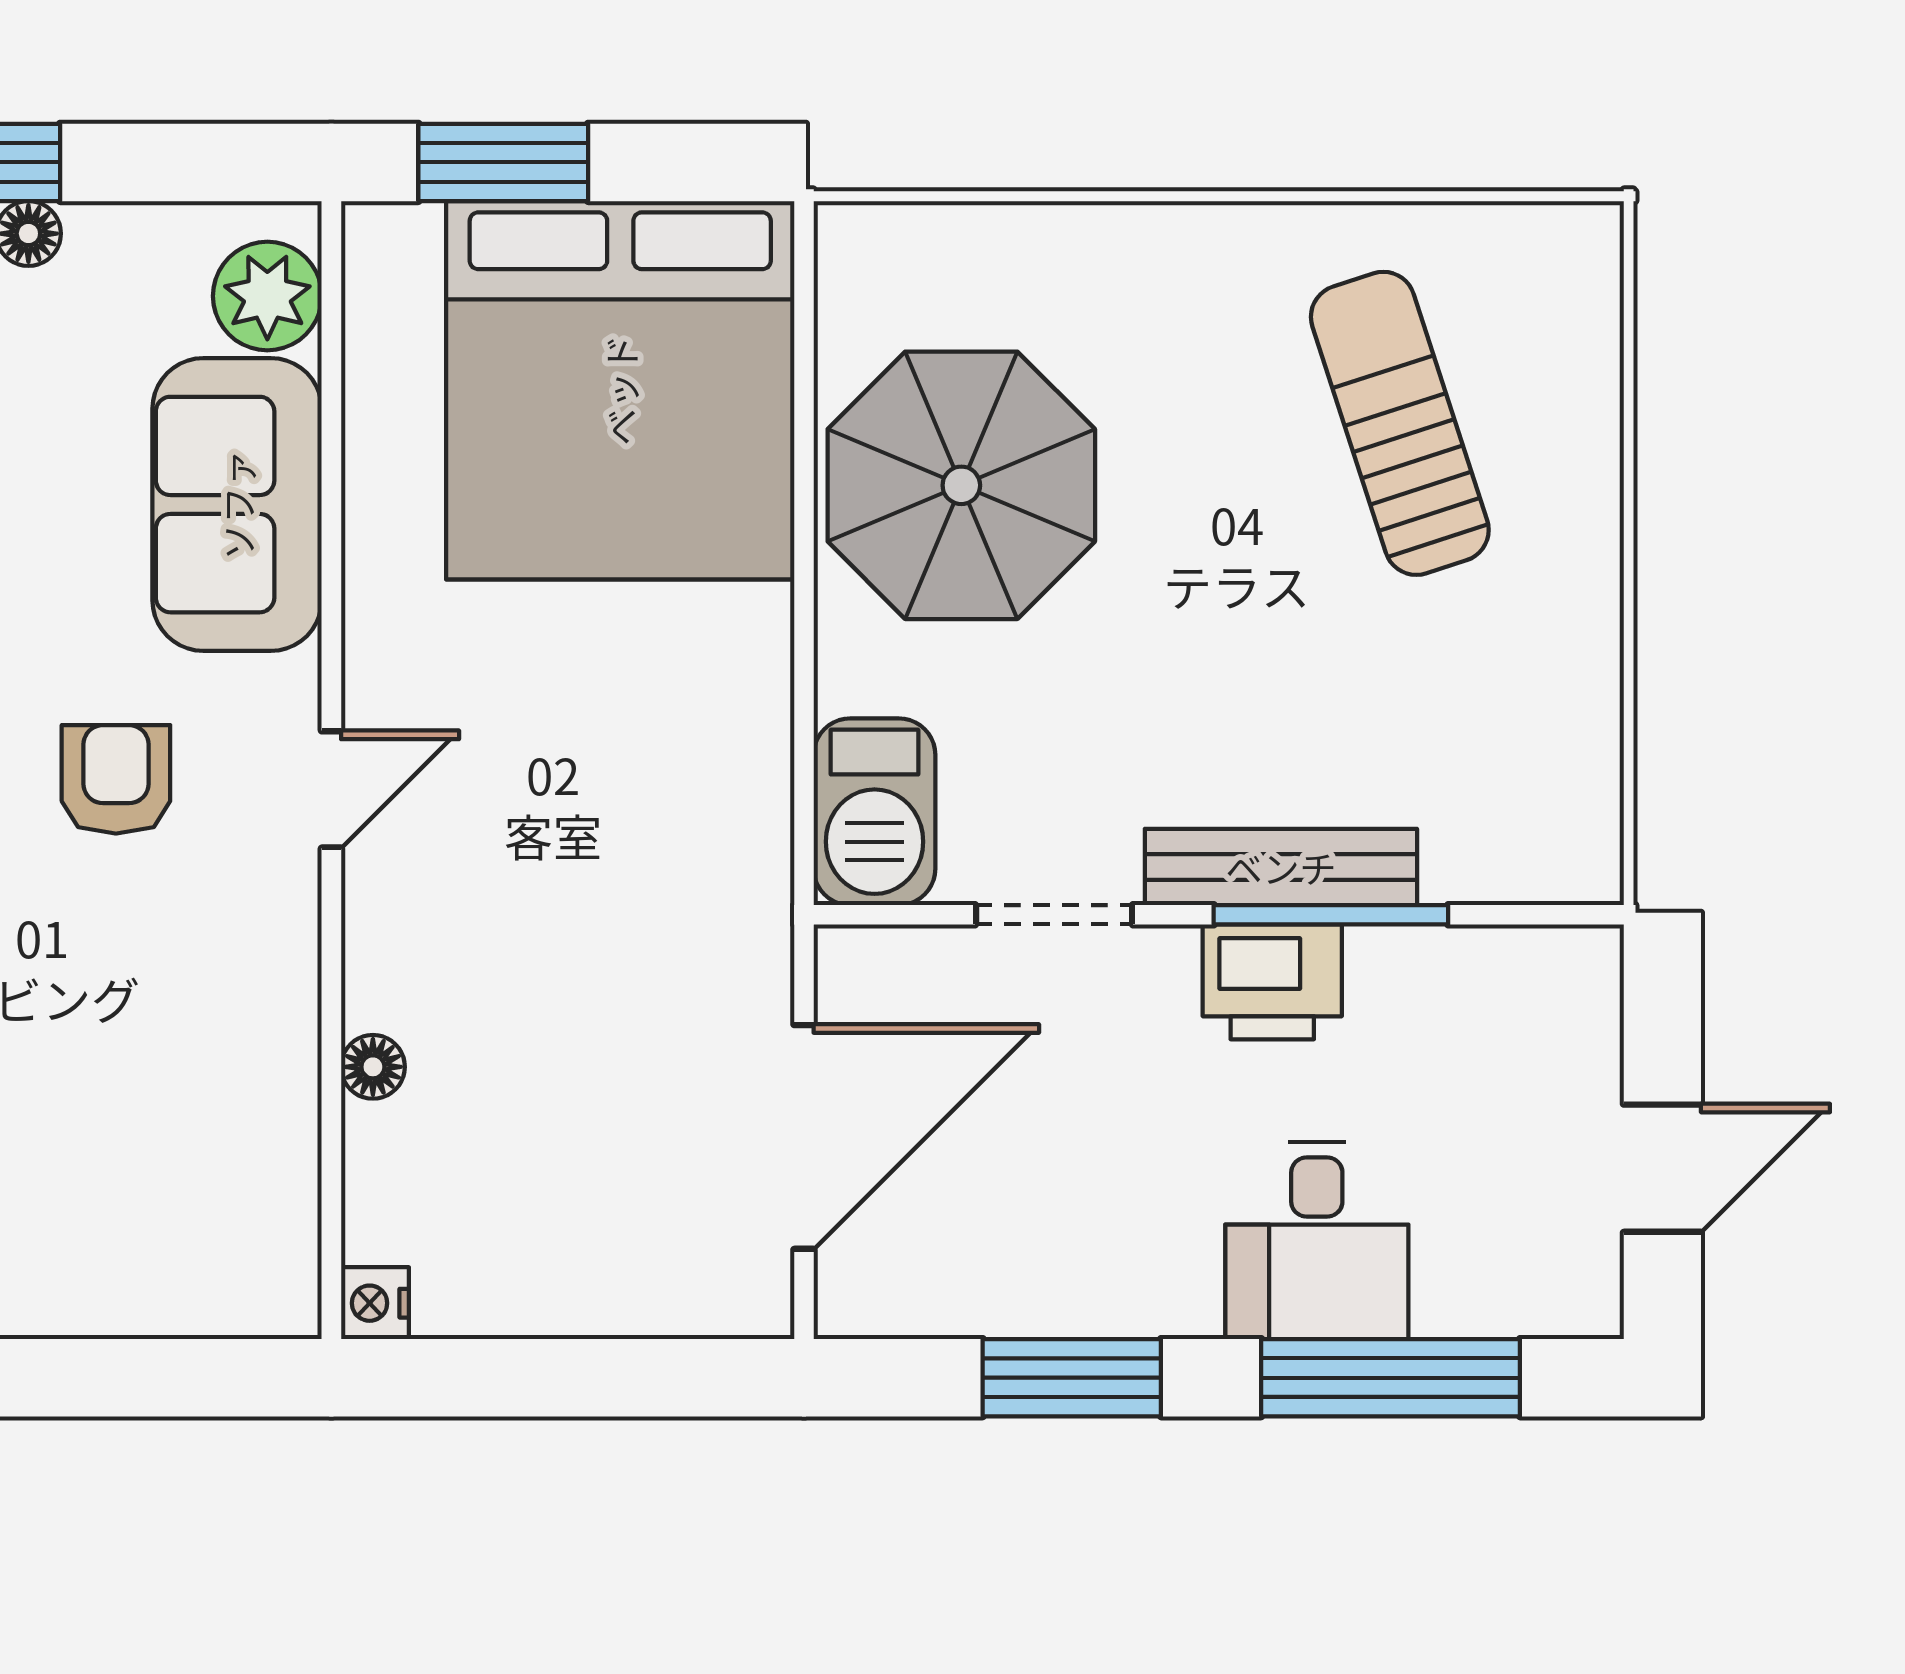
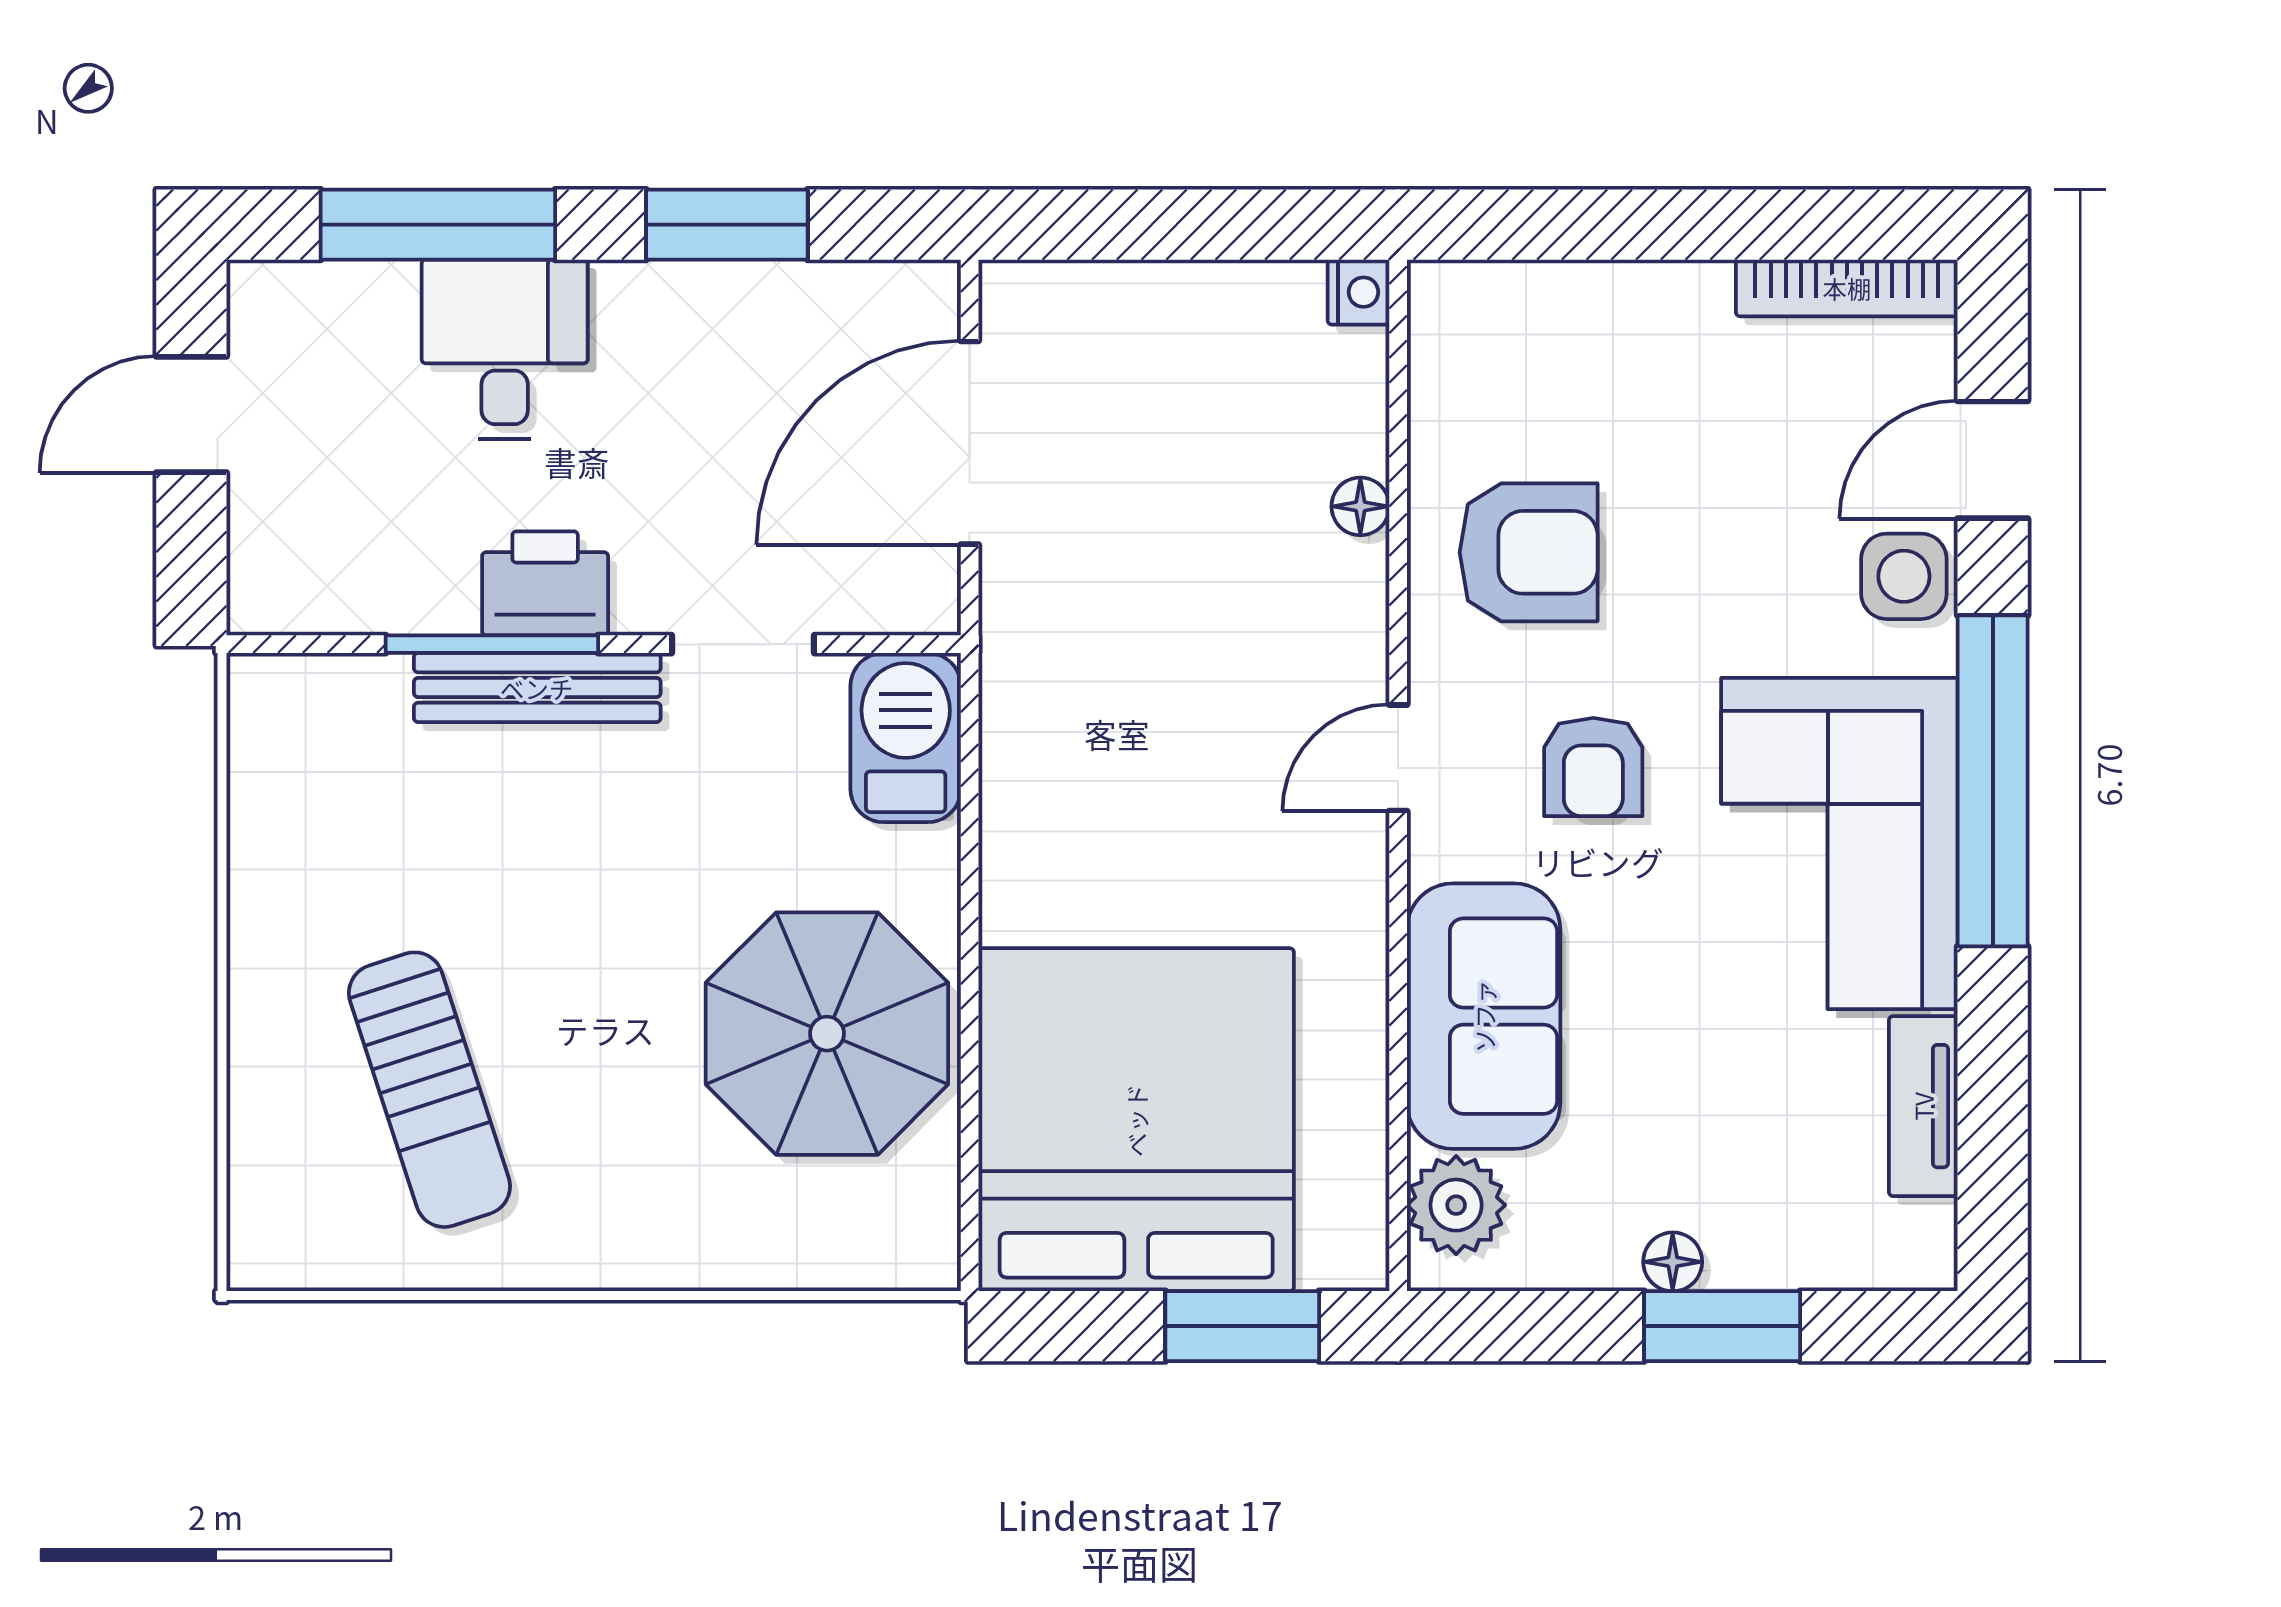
armchair: (187, 1016) -> (1529, 552), added

